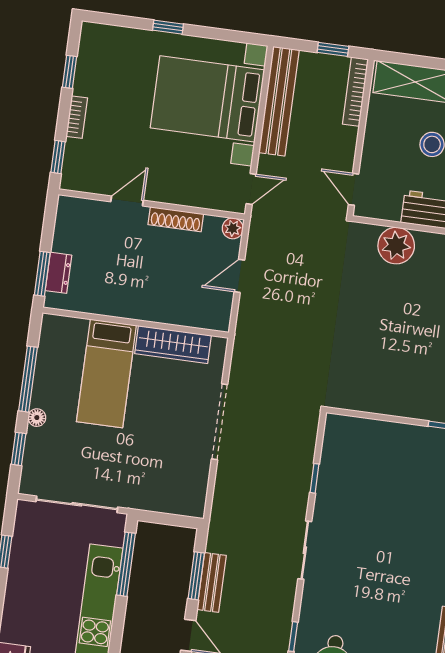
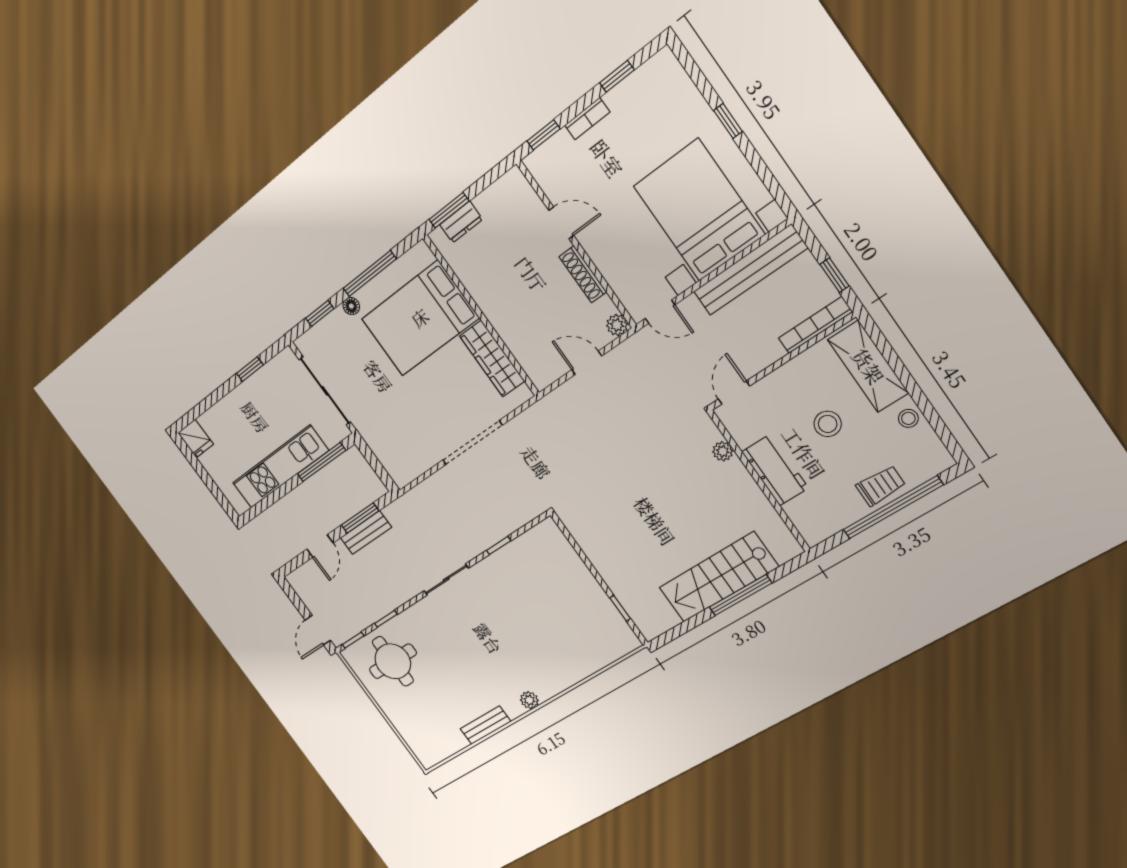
plant: (396, 246) -> (723, 451), width x0.53, depth x0.53
bed: (106, 373) -> (420, 318), width x1.50

